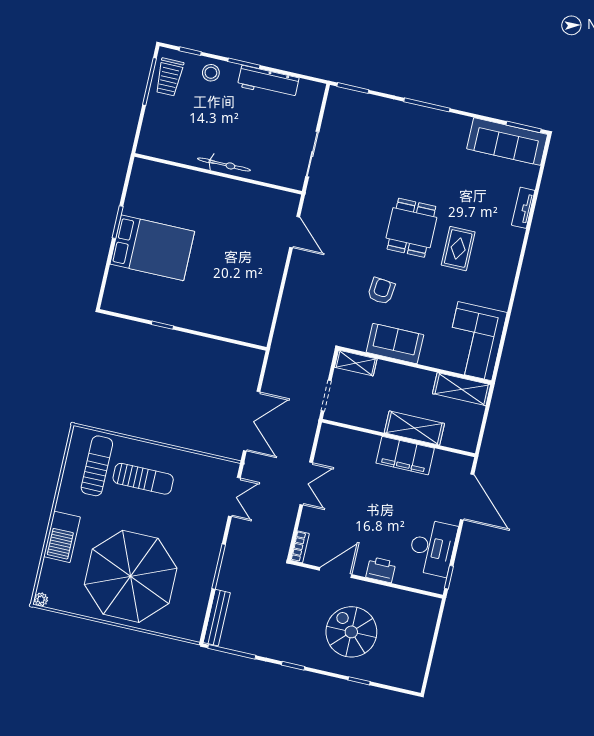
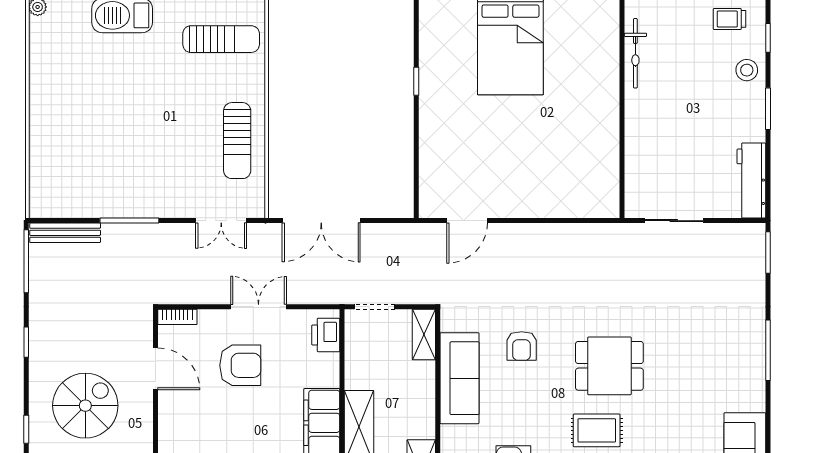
trolley: (169, 77) -> (730, 19), width x0.73, depth x0.72
workbench: (268, 82) -> (751, 180), moved
bicycle: (224, 164) -> (635, 53), moved
door: (295, 232) -> (467, 221), moved
armchair: (381, 291) -> (522, 346), turned 84
sofa: (395, 344) -> (460, 378), width x1.36
sun lounger: (143, 479) -> (237, 141), moved
double door: (306, 484) -> (259, 307), swing flipped
armchair: (347, 507) -> (240, 365), added
printer: (381, 570) -> (326, 335), moved, turned 180
parasol: (131, 576) -> (92, 113), removed

